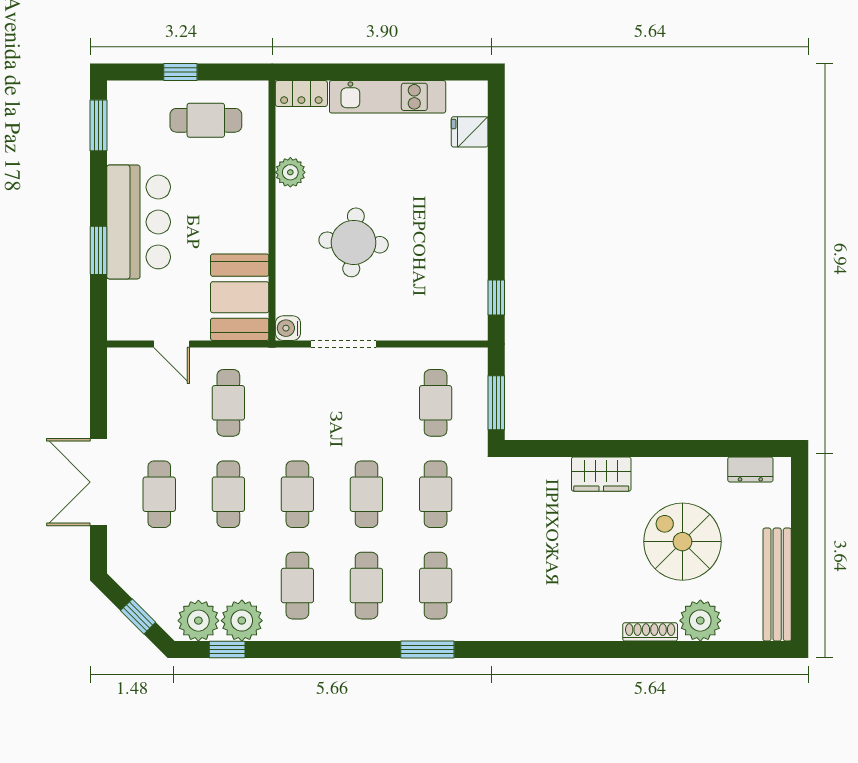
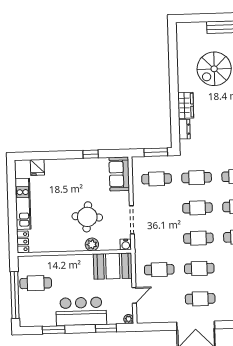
window: (180, 72) -> (15, 295), width x3.17
cafe table: (206, 120) -> (36, 283), turned 90
window: (99, 125) -> (54, 330), moved
plant: (290, 172) -> (92, 244), moved
window: (99, 250) -> (106, 328), moved
window: (496, 298) -> (91, 154), moved
sofa: (449, 318) -> (119, 174), added
plant: (118, 330) -> (129, 319), added
dresser: (750, 470) -> (184, 129), moved

